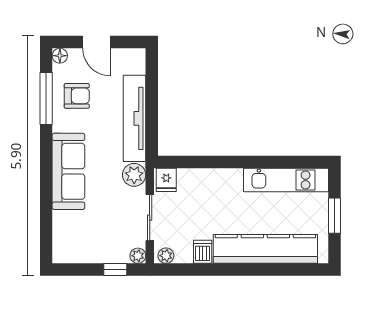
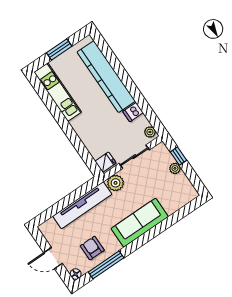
door: (96, 42) -> (53, 258), swing flipped
plant: (138, 256) -> (175, 168), moved

